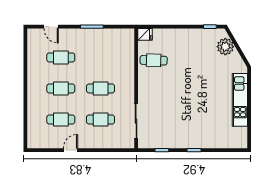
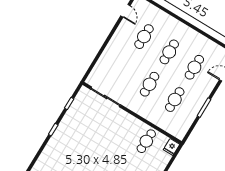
cafe table: (101, 119) -> (175, 100), moved
door: (70, 150) -> (125, 11), moved

